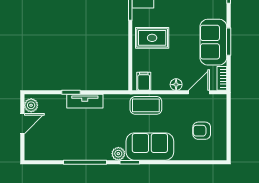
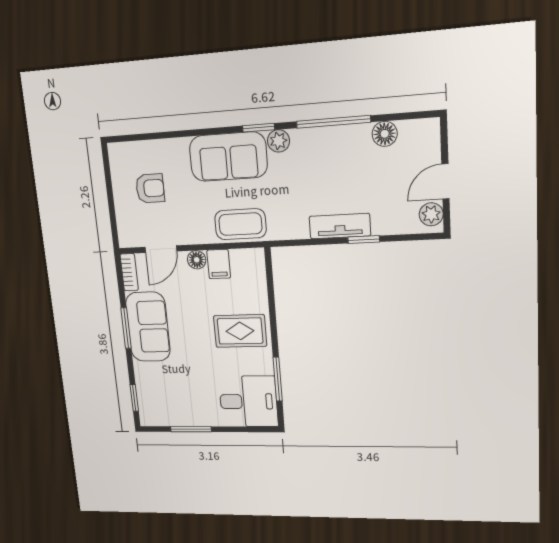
filing cabinet: (144, 81) -> (219, 264), moved
floor lamp: (56, 153) -> (385, 134), added

